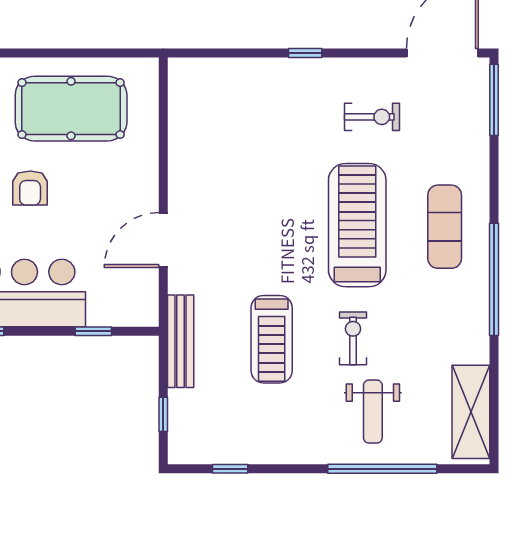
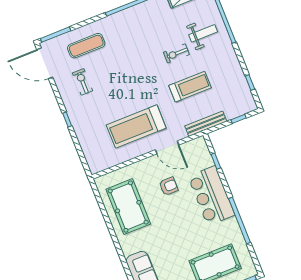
armchair: (30, 188) -> (169, 186), moved
treadmill: (357, 225) -> (136, 127), moved
exercise mat: (445, 227) -> (86, 46), moved

